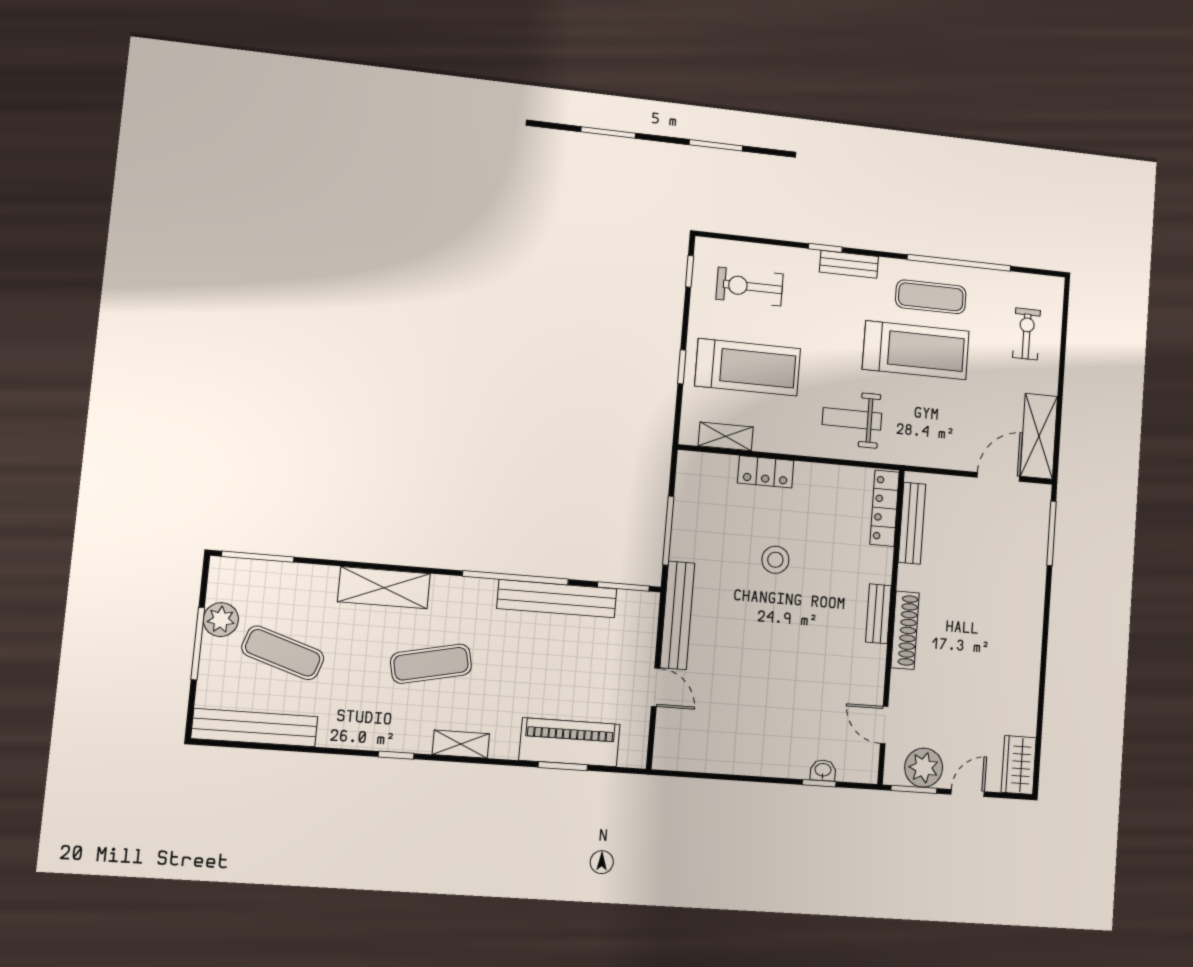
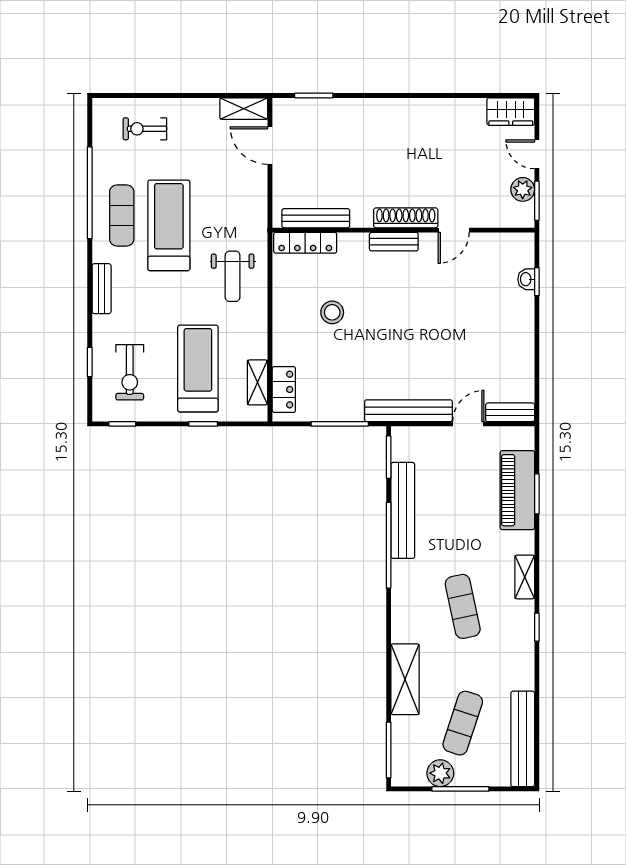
window: (825, 248) -> (90, 362), moved
shelving: (1039, 436) -> (244, 109), width x0.67, depth x0.75
locker: (766, 472) -> (284, 390), moved
window: (1051, 533) -> (314, 95), width x0.69
stool: (775, 560) -> (332, 312), moved
shelving: (384, 588) -> (405, 679), moved
door: (884, 725) -> (454, 230), moved
bench: (665, 740) -> (510, 412), added
plant: (924, 768) -> (523, 189), width x0.73, depth x0.73

